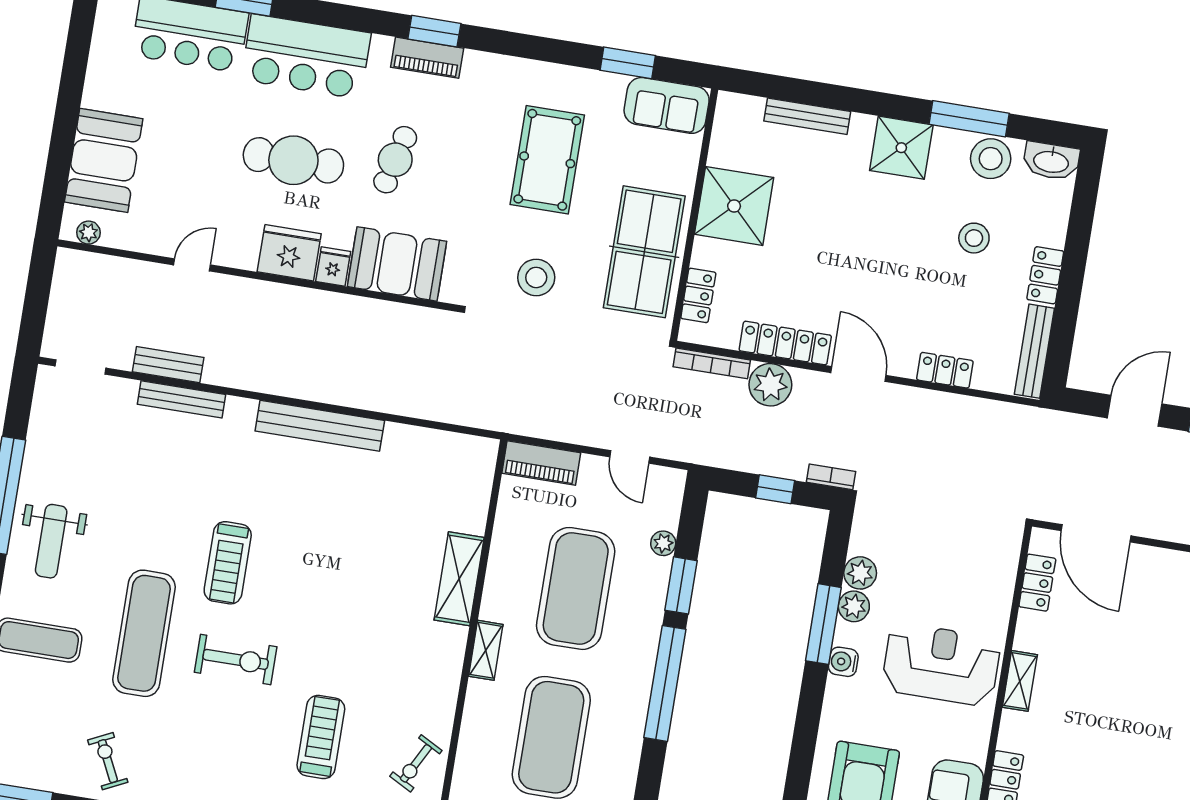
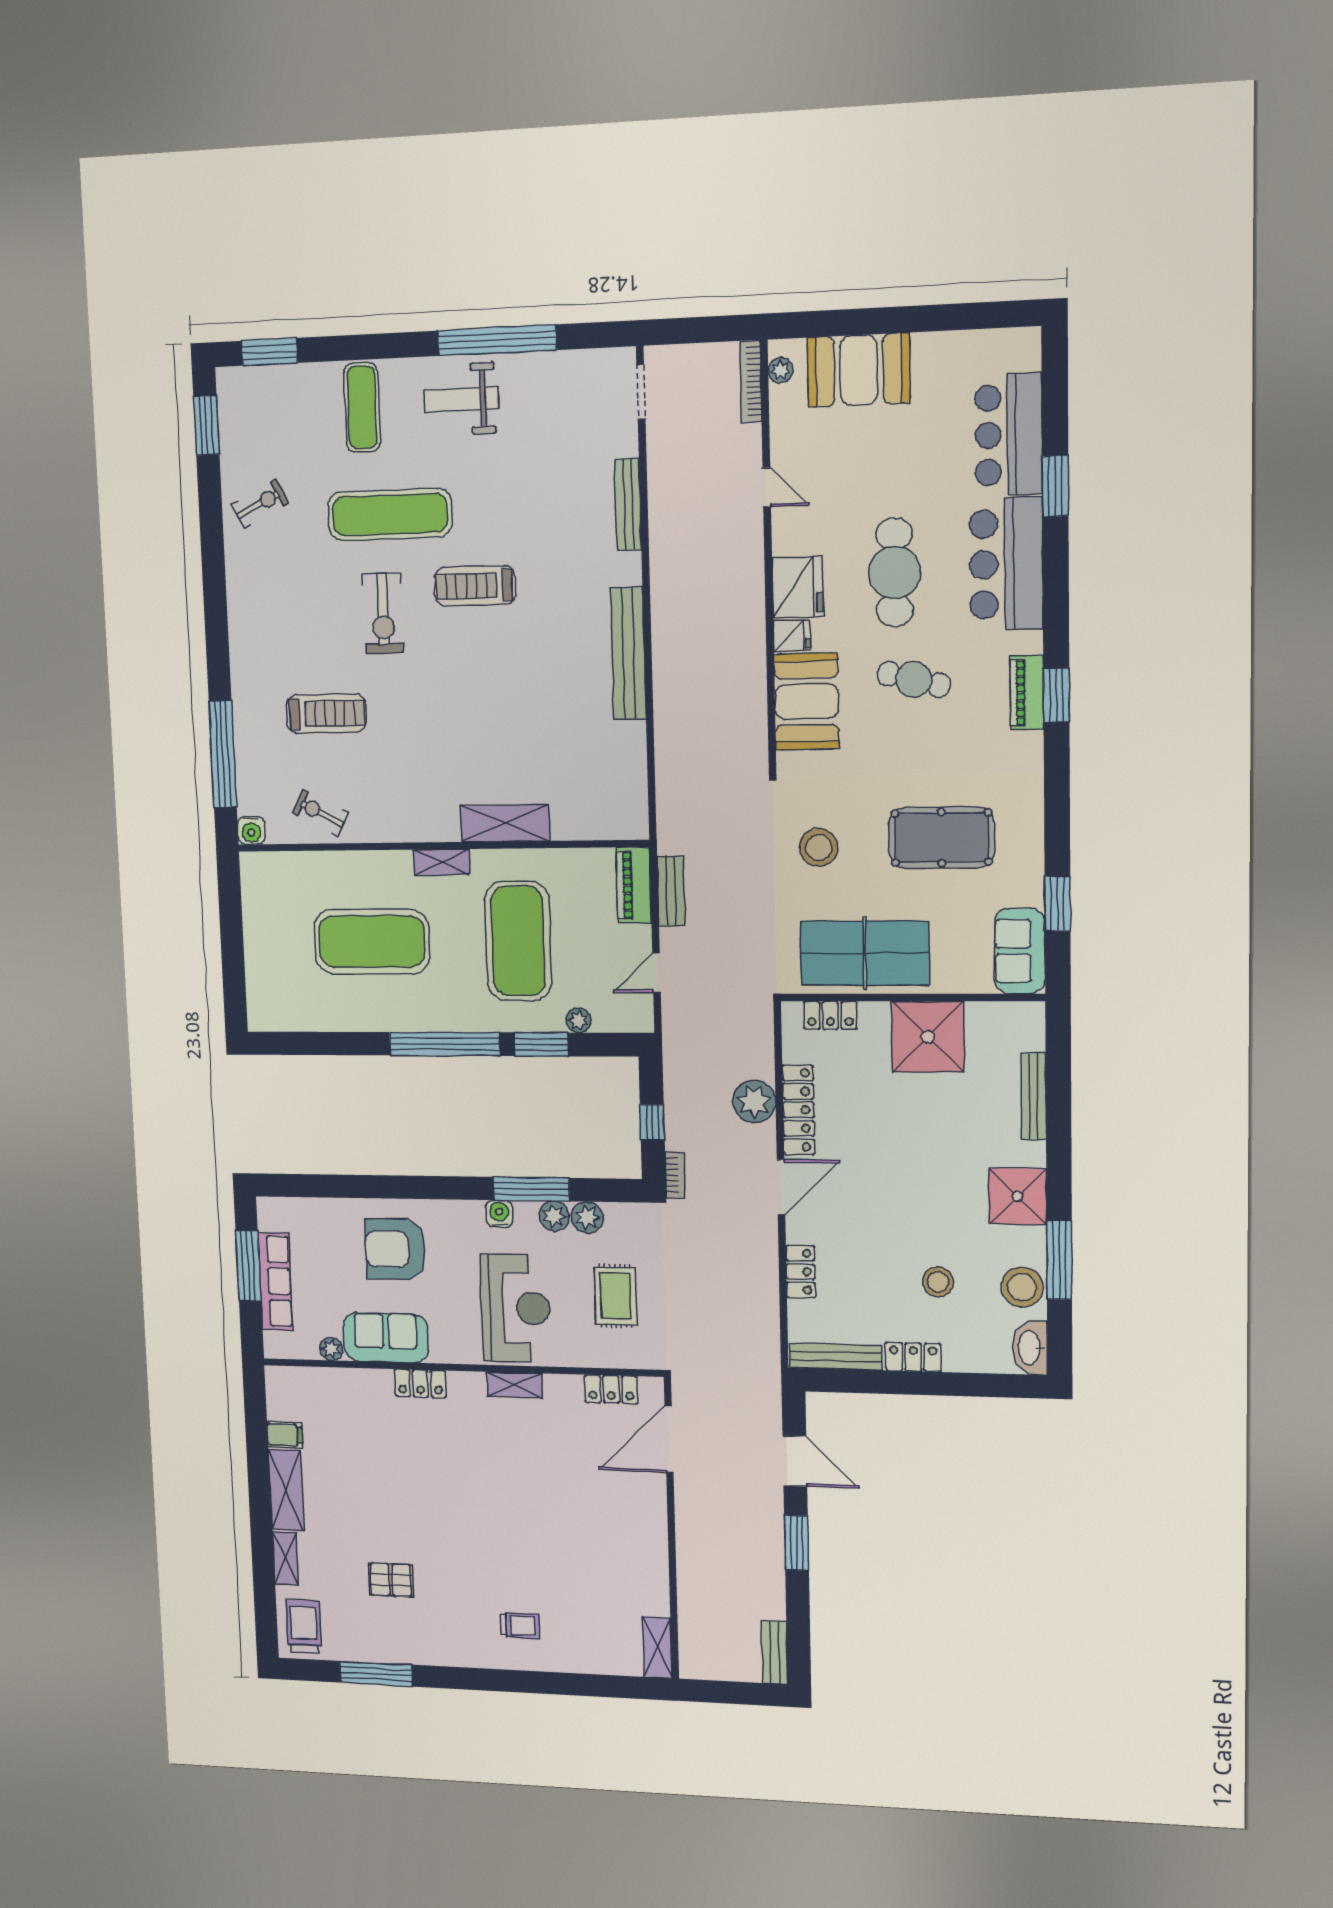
bookcase: (712, 363) -> (751, 381), moved
bench: (168, 365) -> (671, 891), moved
rug: (943, 560) -> (615, 1296), added
exercise mat: (576, 588) -> (518, 941), turned 90

